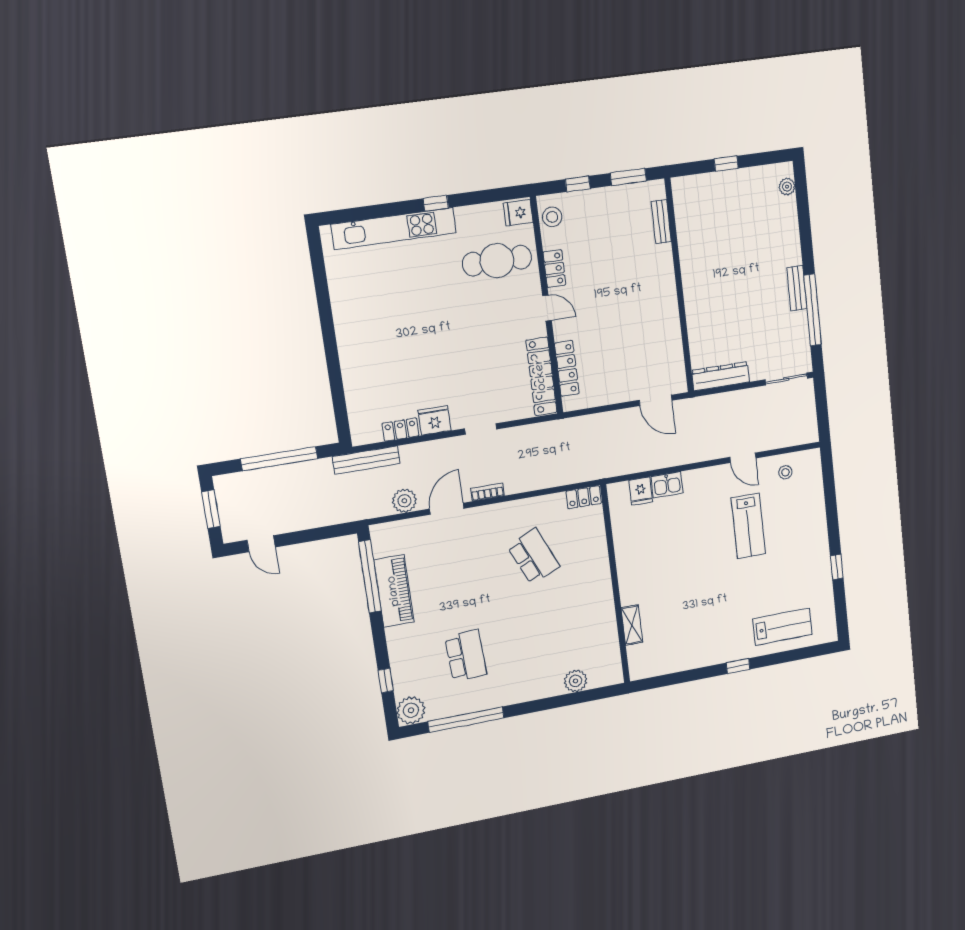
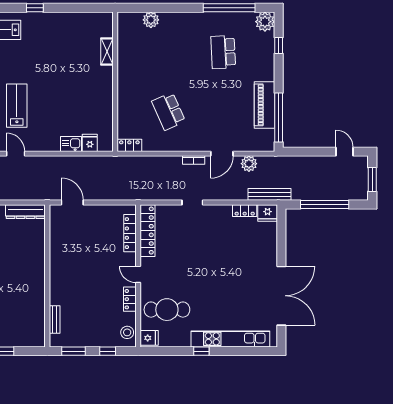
double door: (325, 308) -> (281, 296), added
fridge: (434, 420) -> (268, 213), moved

